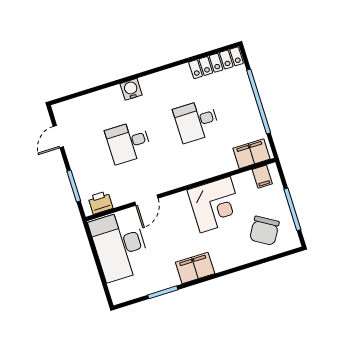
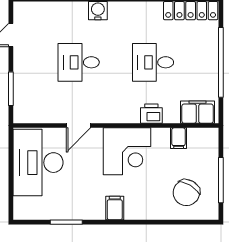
filing cabinet: (262, 177) -> (179, 138), moved
printer: (100, 203) -> (151, 114), moved
corner desk: (215, 205) -> (127, 151), moved
filing cabinet: (195, 268) -> (115, 208), width x0.50

